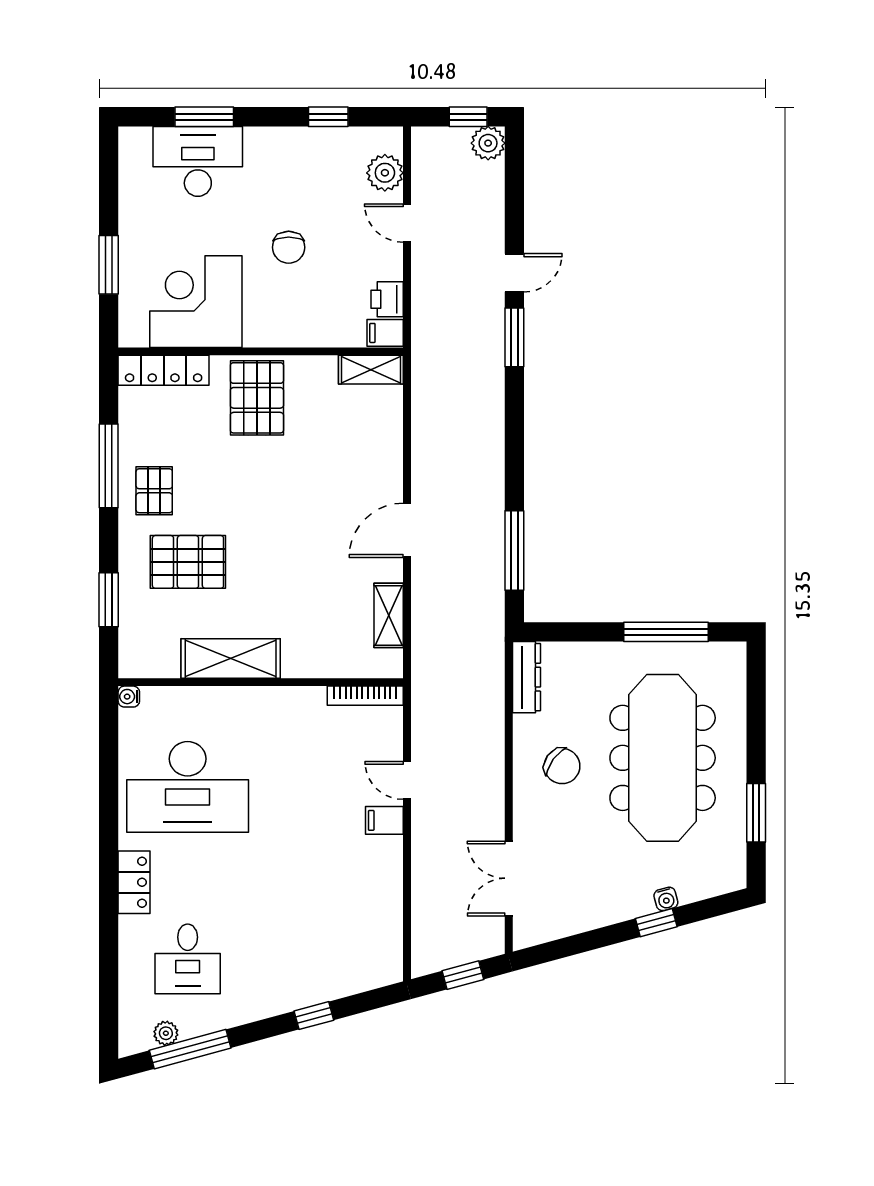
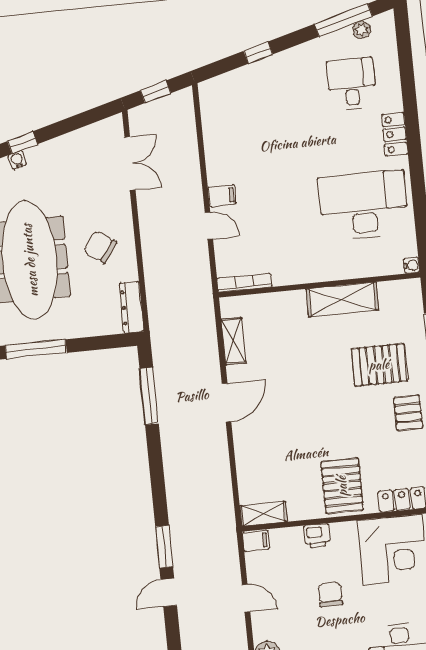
door: (407, 223) -> (246, 598), moved
printer: (387, 299) -> (317, 536), moved, turned 90

